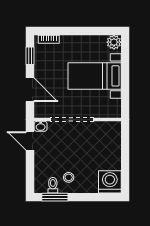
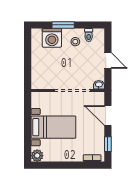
door: (30, 141) -> (108, 60), moved
washing machine: (110, 182) -> (52, 38), moved
window: (55, 197) -> (63, 25), moved

